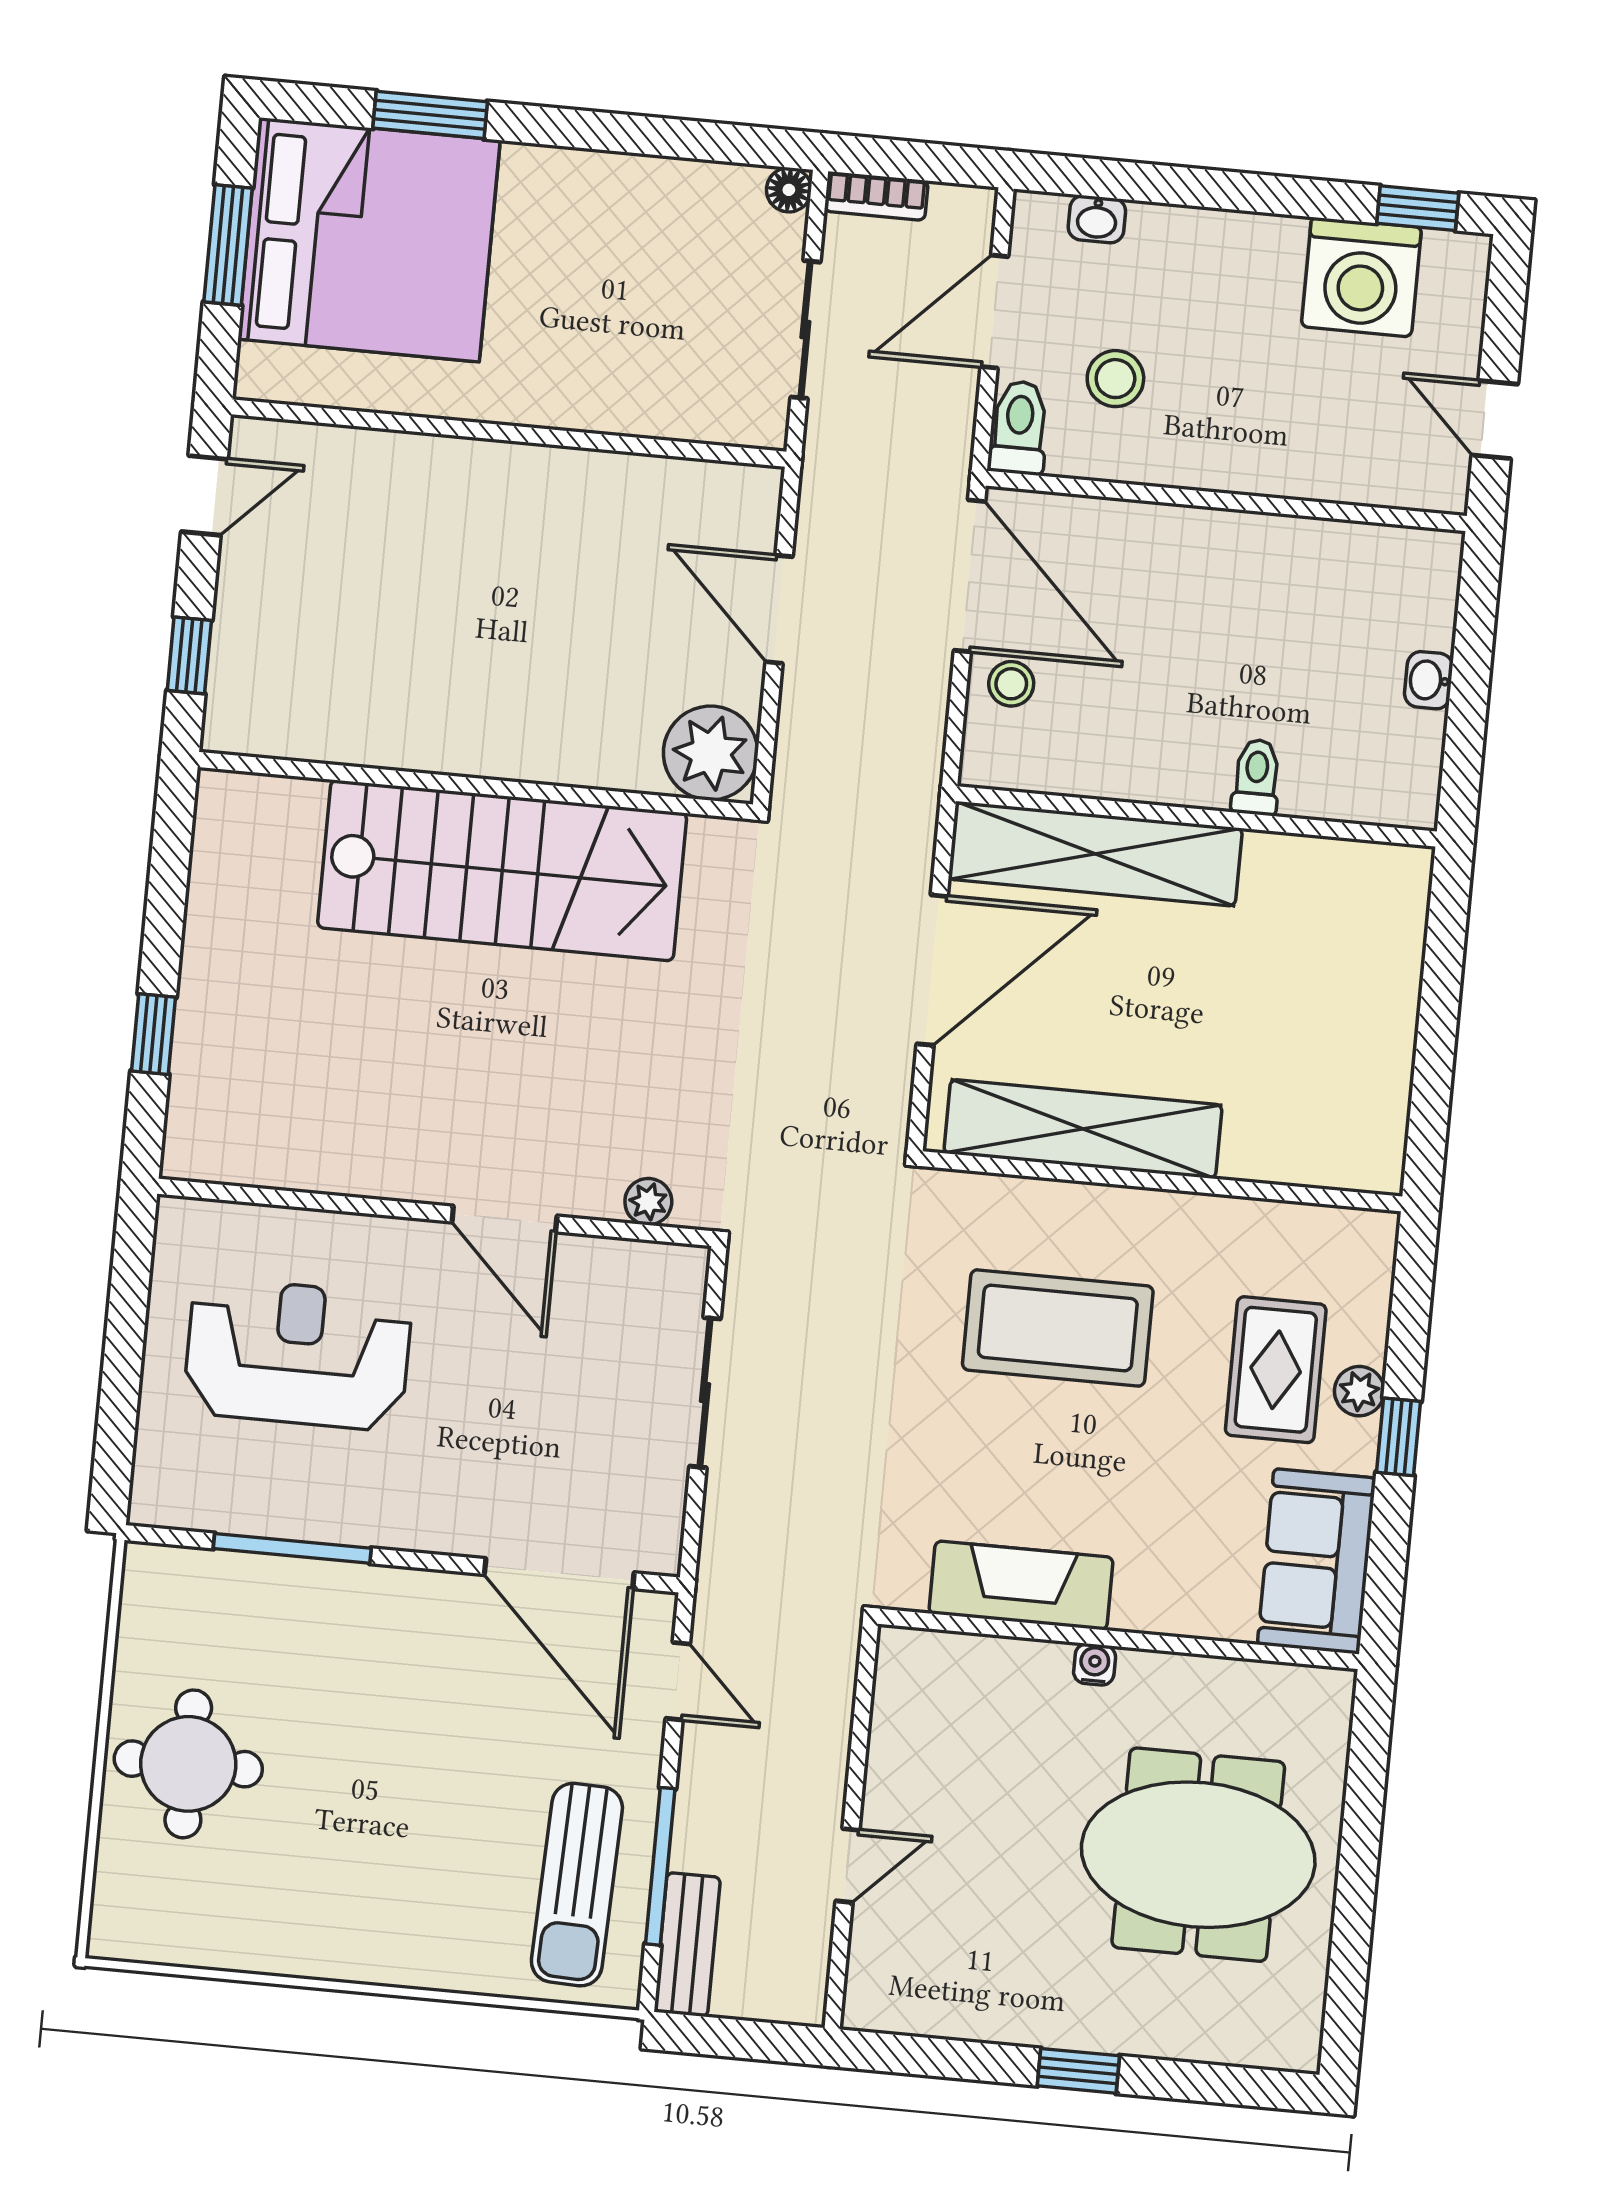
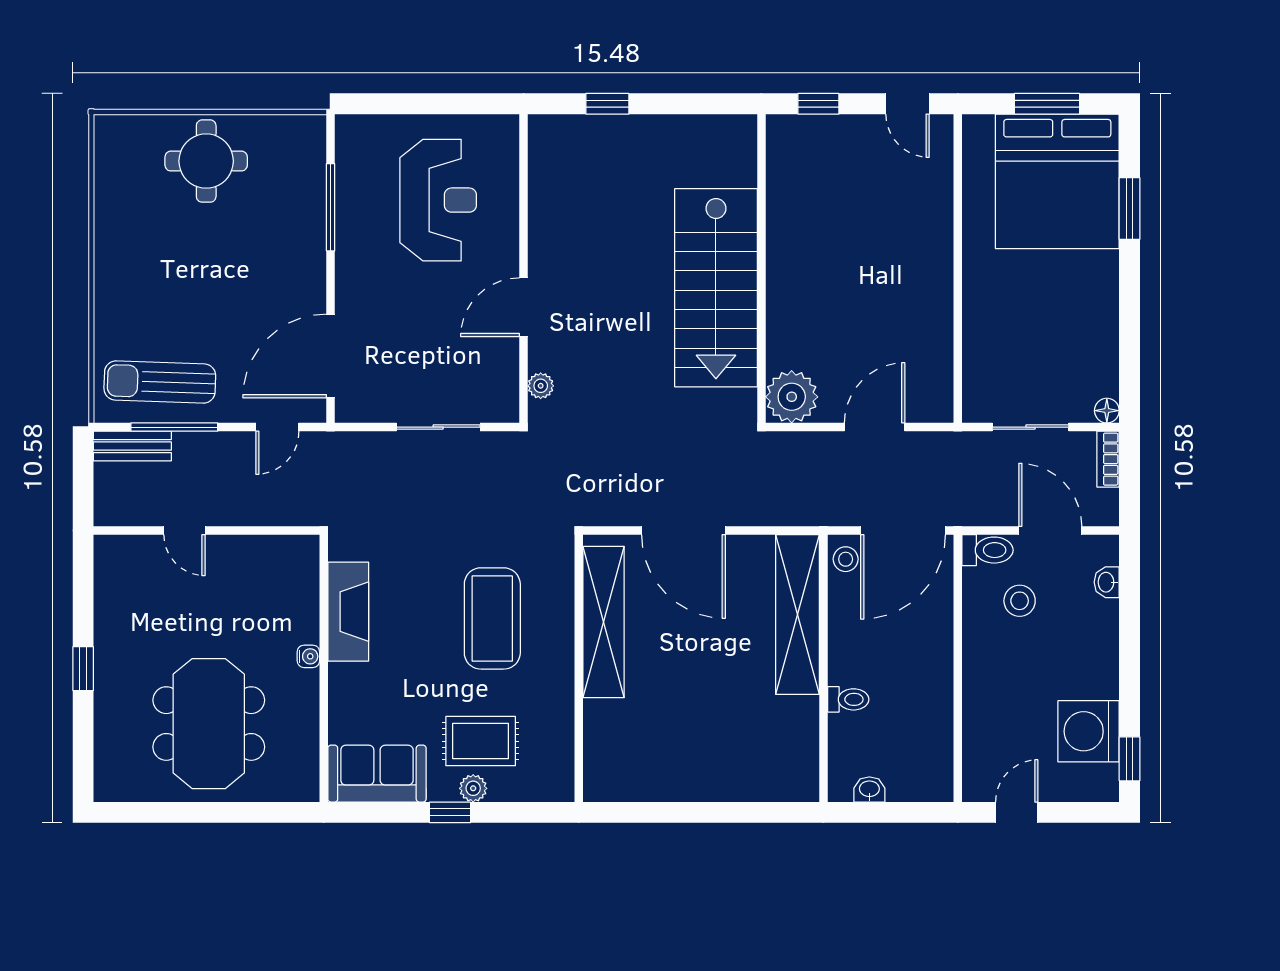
toilet: (1256, 777) -> (848, 699), moved
wall: (1196, 816) -> (823, 668), moved
shelving: (1095, 854) -> (798, 614), moved

